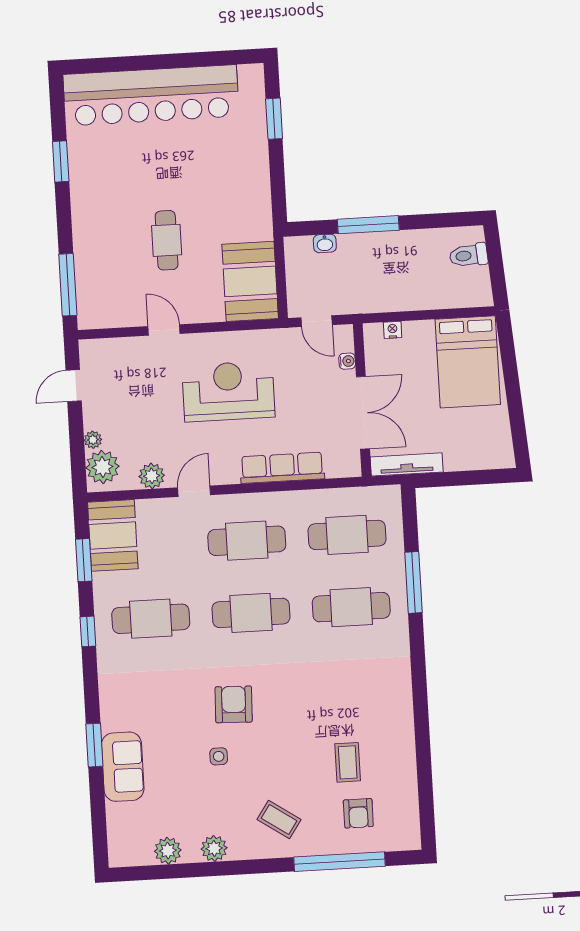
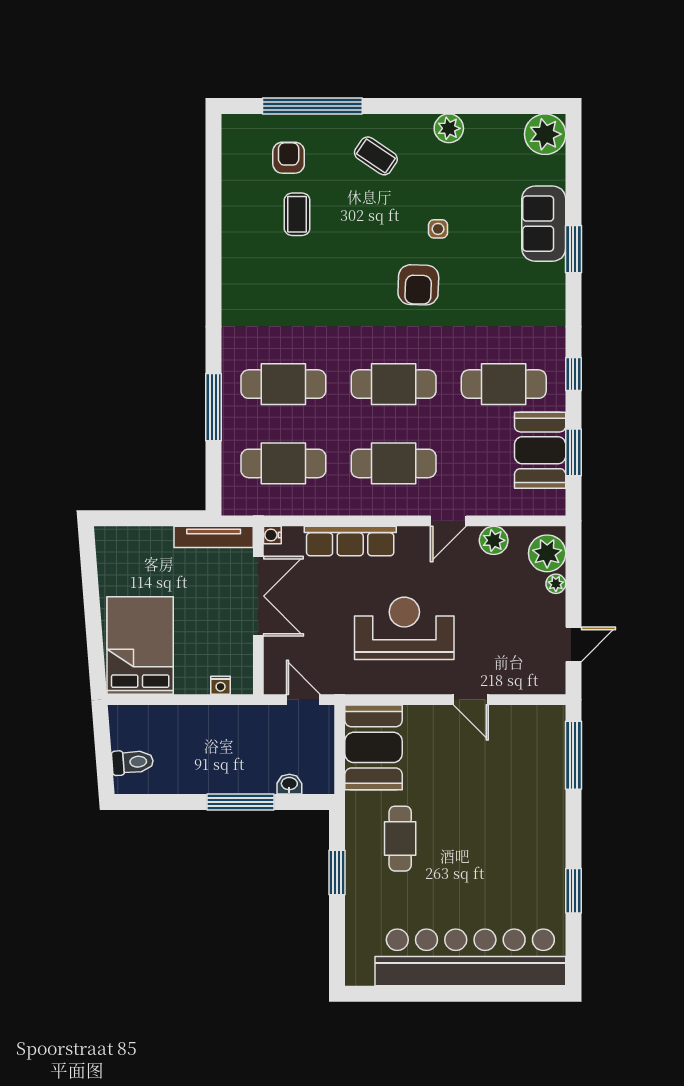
window: (274, 119) -> (337, 873), moved
cafe table: (167, 240) -> (400, 839), moved
water cooler: (347, 361) -> (272, 535), moved
reception desk: (228, 391) -> (404, 628), turned 180
double door: (363, 413) -> (258, 596), swing flipped
booth: (113, 535) -> (540, 450), moved
plant: (168, 851) -> (545, 134), moved, width x1.36, depth x1.36

